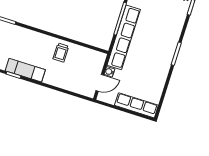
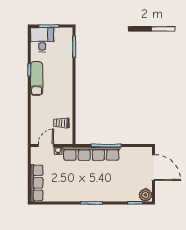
trolley: (61, 53) -> (61, 123), moved
door: (100, 83) -> (46, 145), swing flipped

